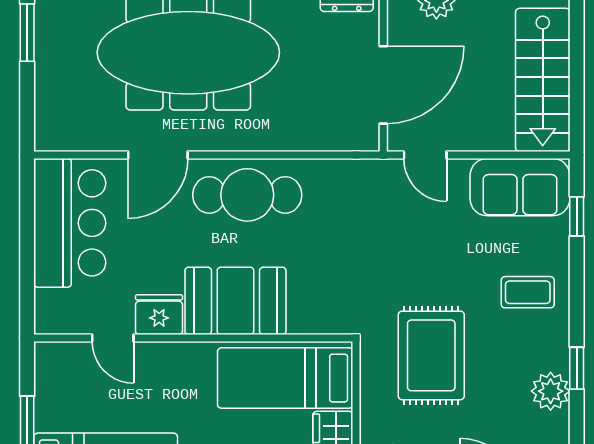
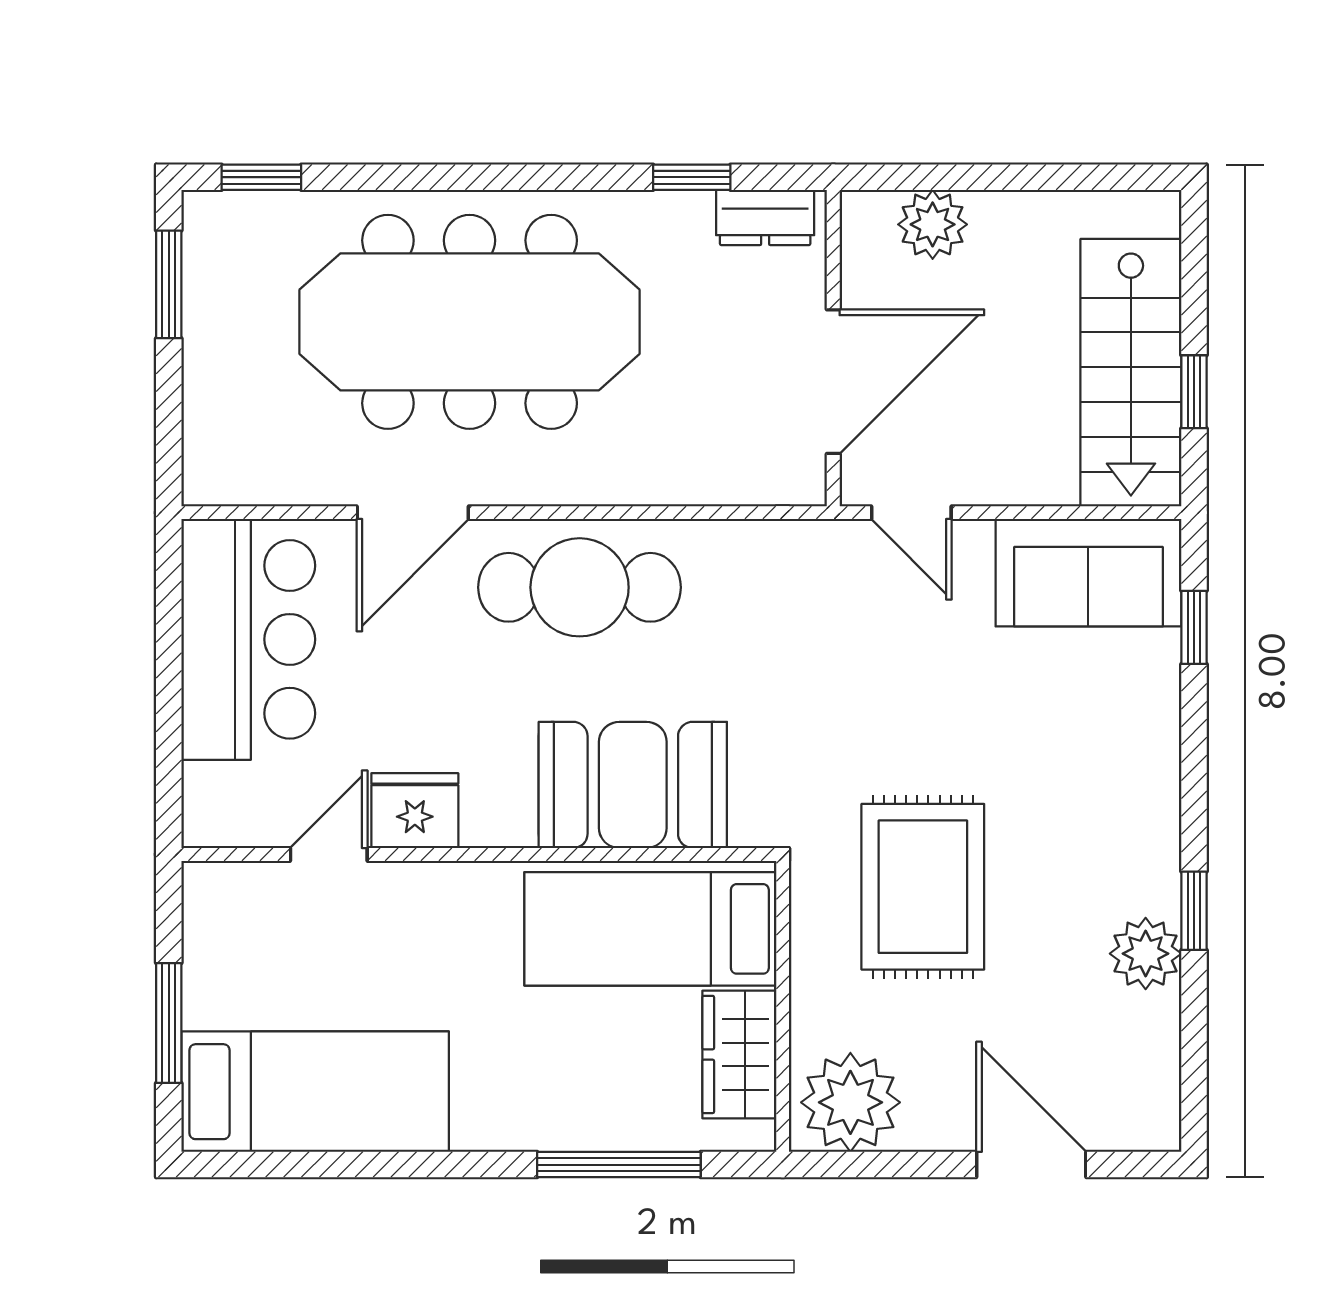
window: (577, 90) -> (1194, 392), added
coffee table: (528, 292) -> (1103, 769), removed
booth: (235, 301) -> (633, 785), moved
door: (113, 338) -> (329, 854), swing flipped

